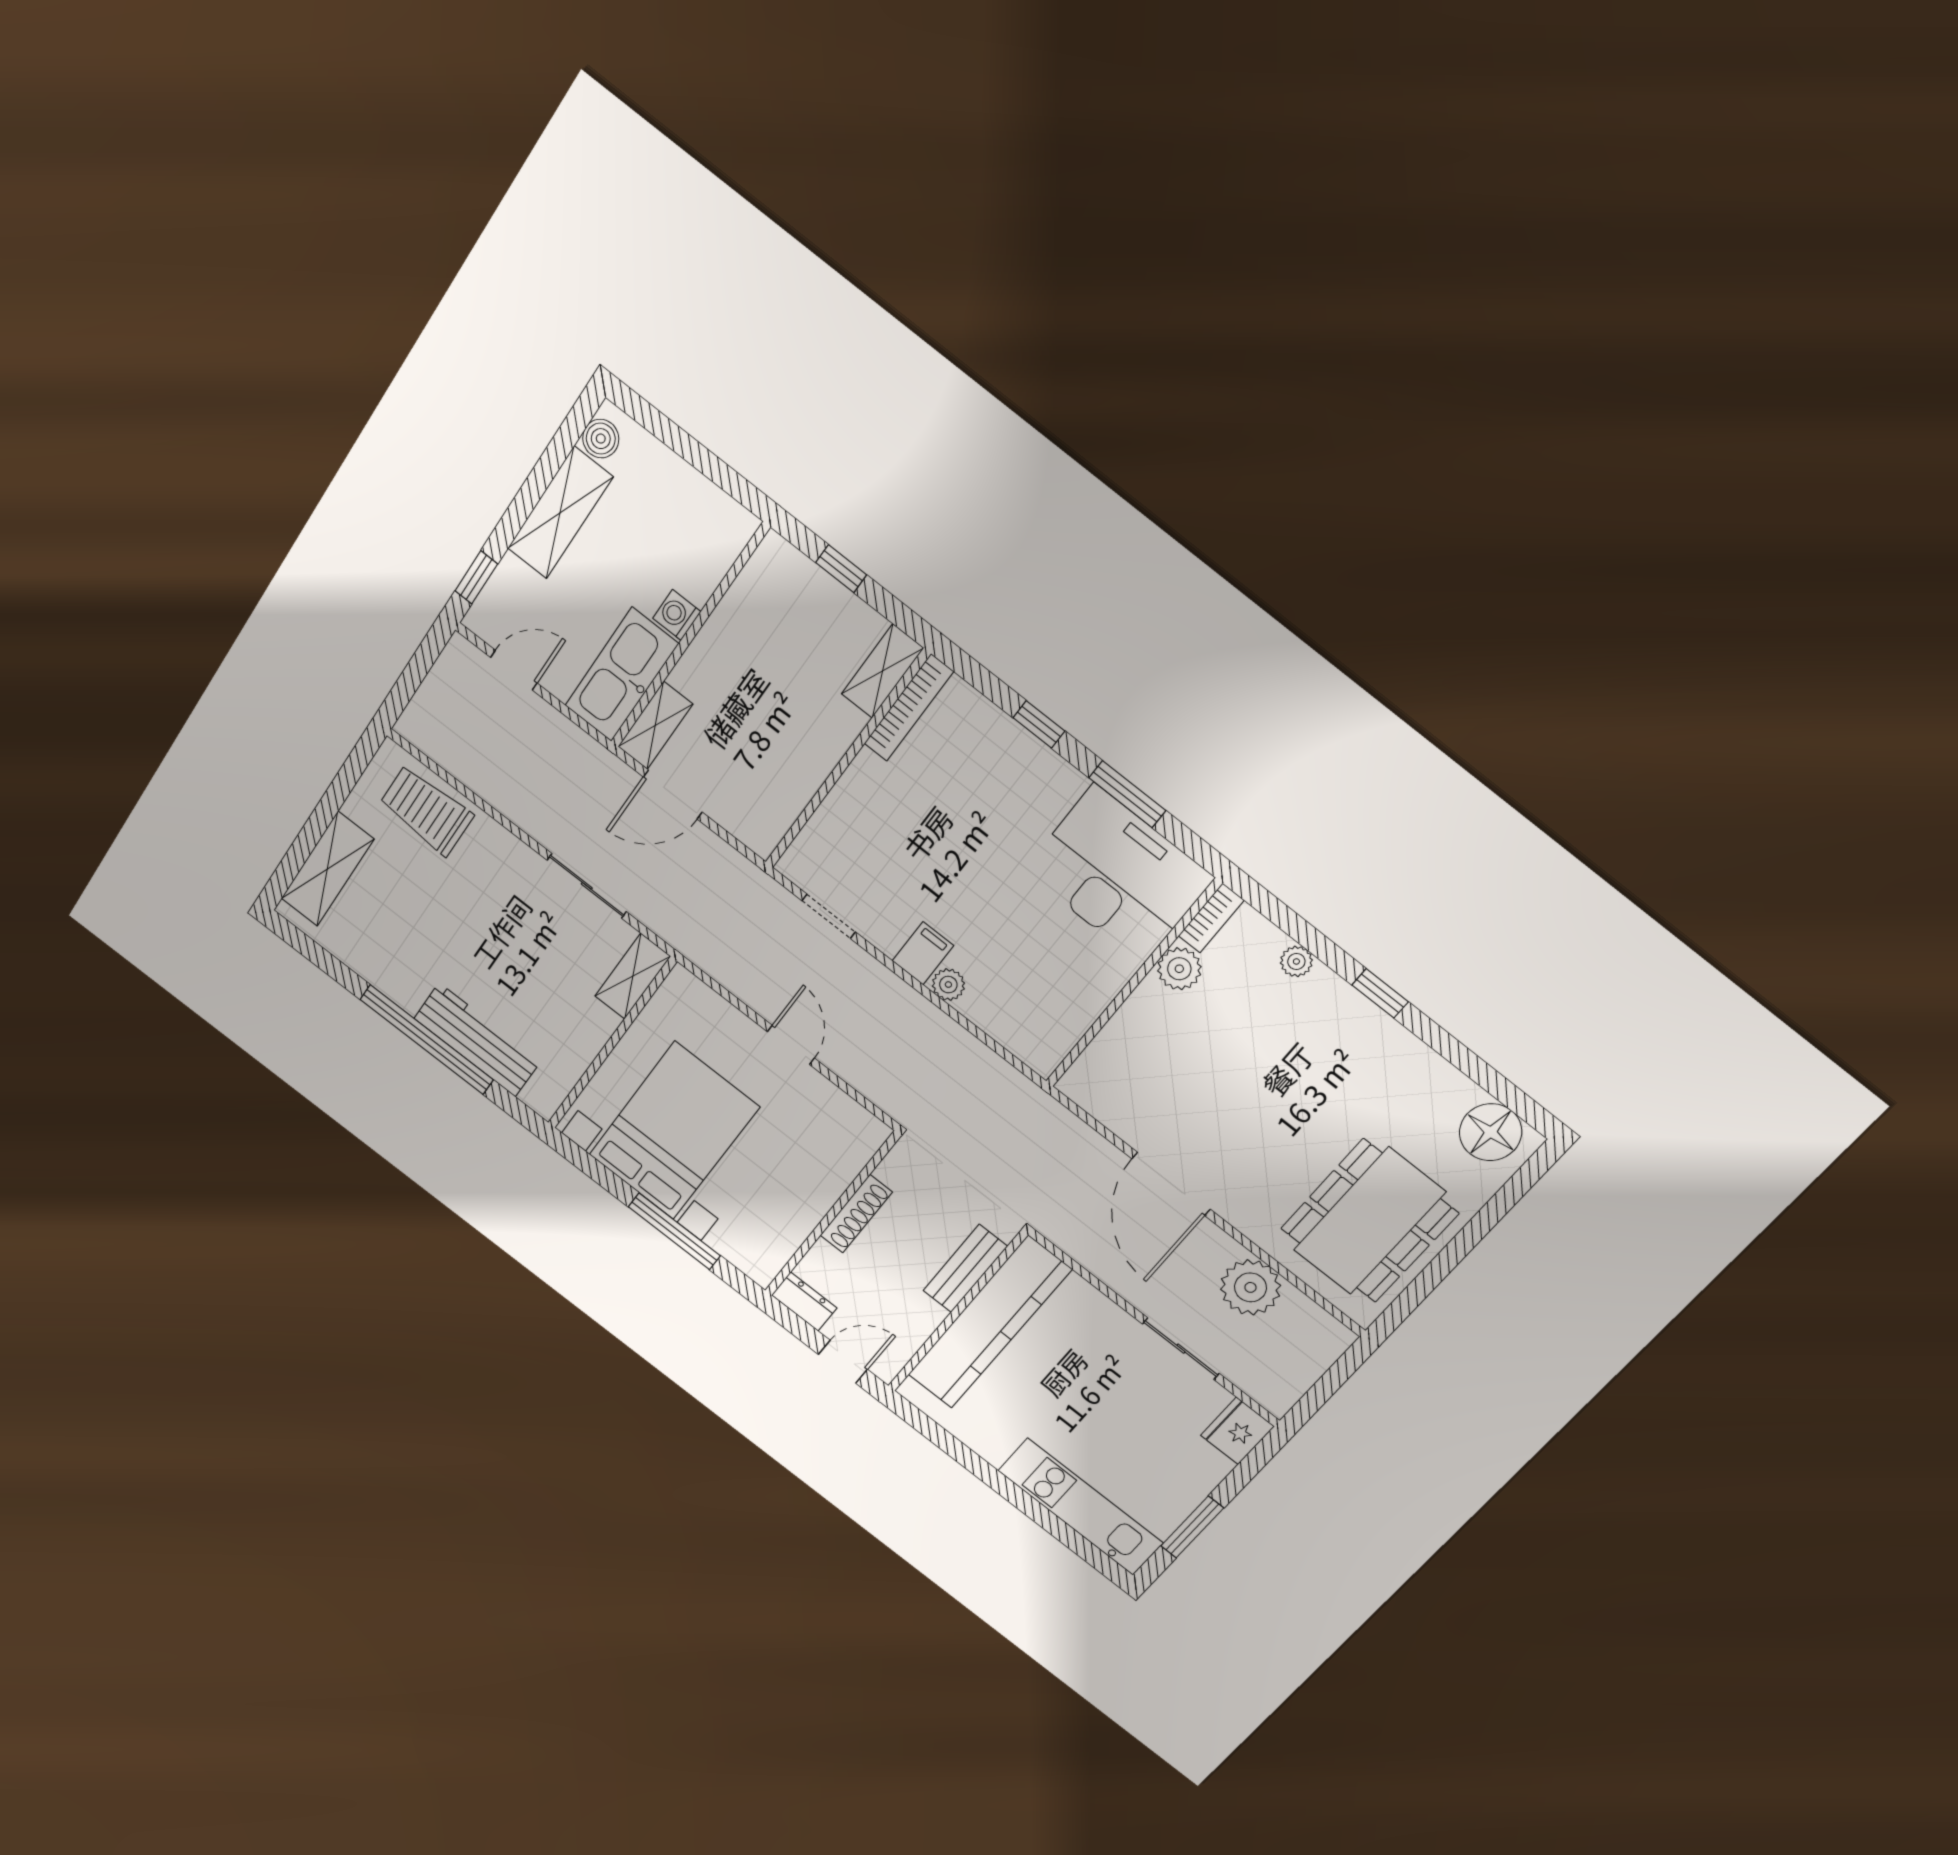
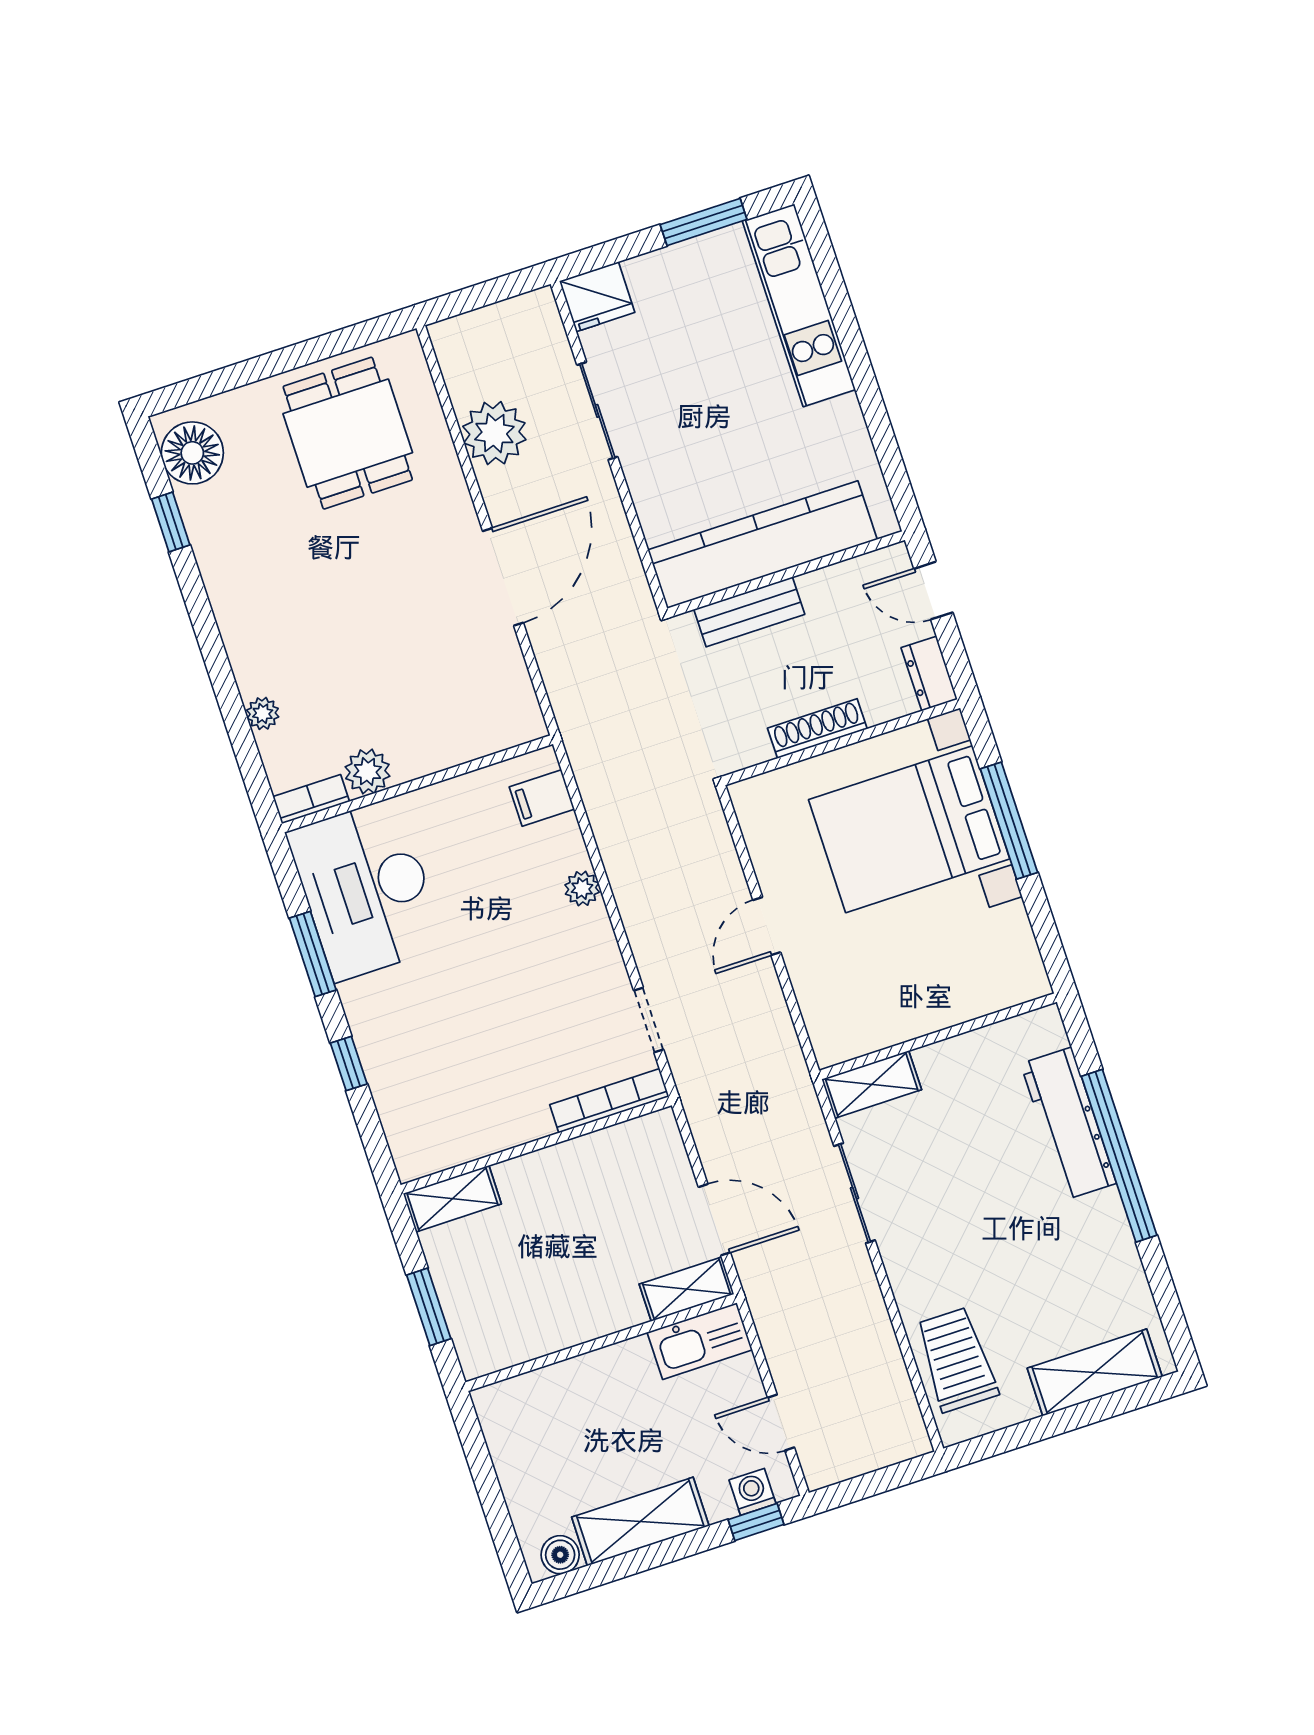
window: (841, 569) -> (429, 1307), width x1.50
washing machine: (677, 615) -> (752, 1492), moved, turned 180
kitchen sink: (622, 675) -> (700, 1341), width x0.73, depth x0.81
bookcase: (909, 708) -> (609, 1101), moved
trolley: (426, 810) -> (957, 1360), turned 180
filing cabinet: (923, 953) -> (542, 798), moved
window: (1380, 993) -> (171, 522), moved
bed with nightstands: (674, 1131) -> (909, 829), moved
dining table: (1369, 1221) -> (348, 433), width x0.73

